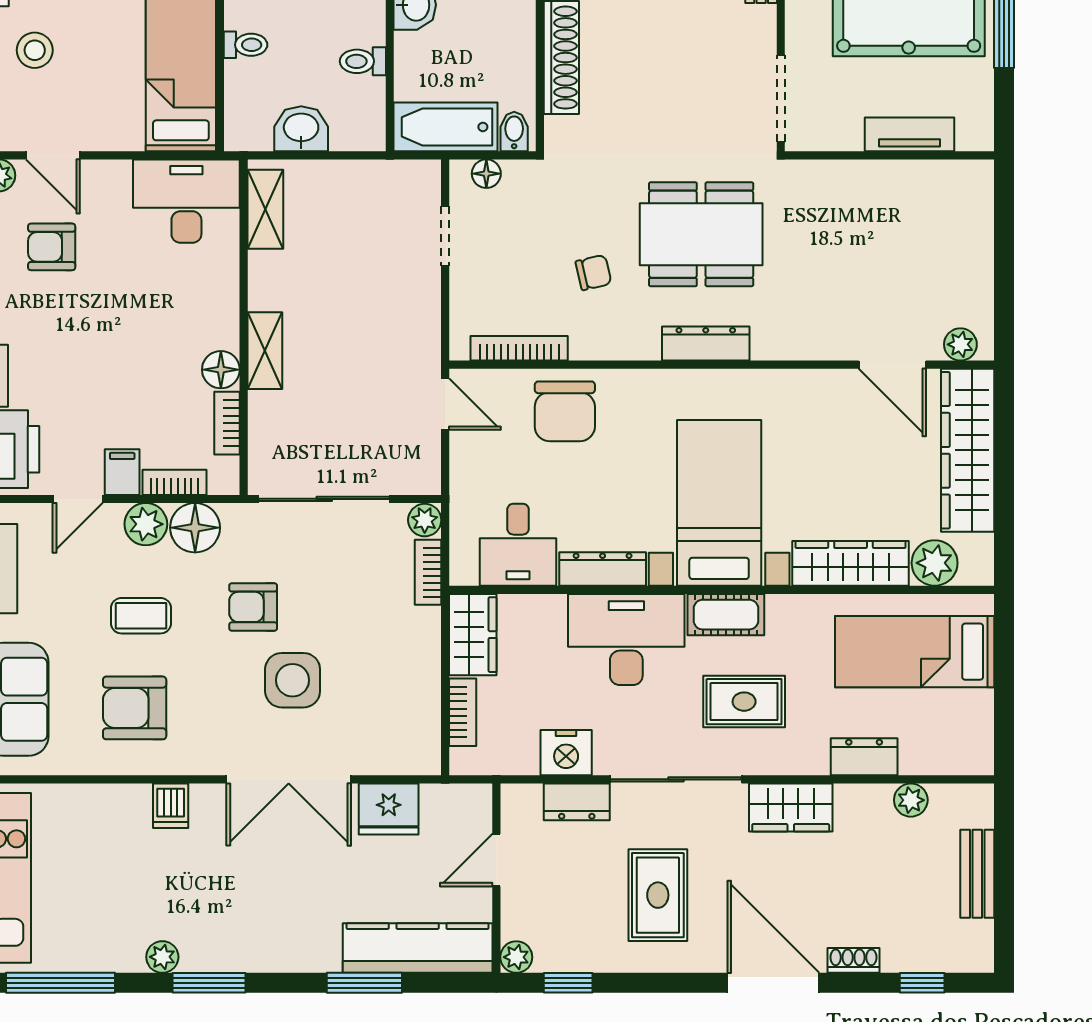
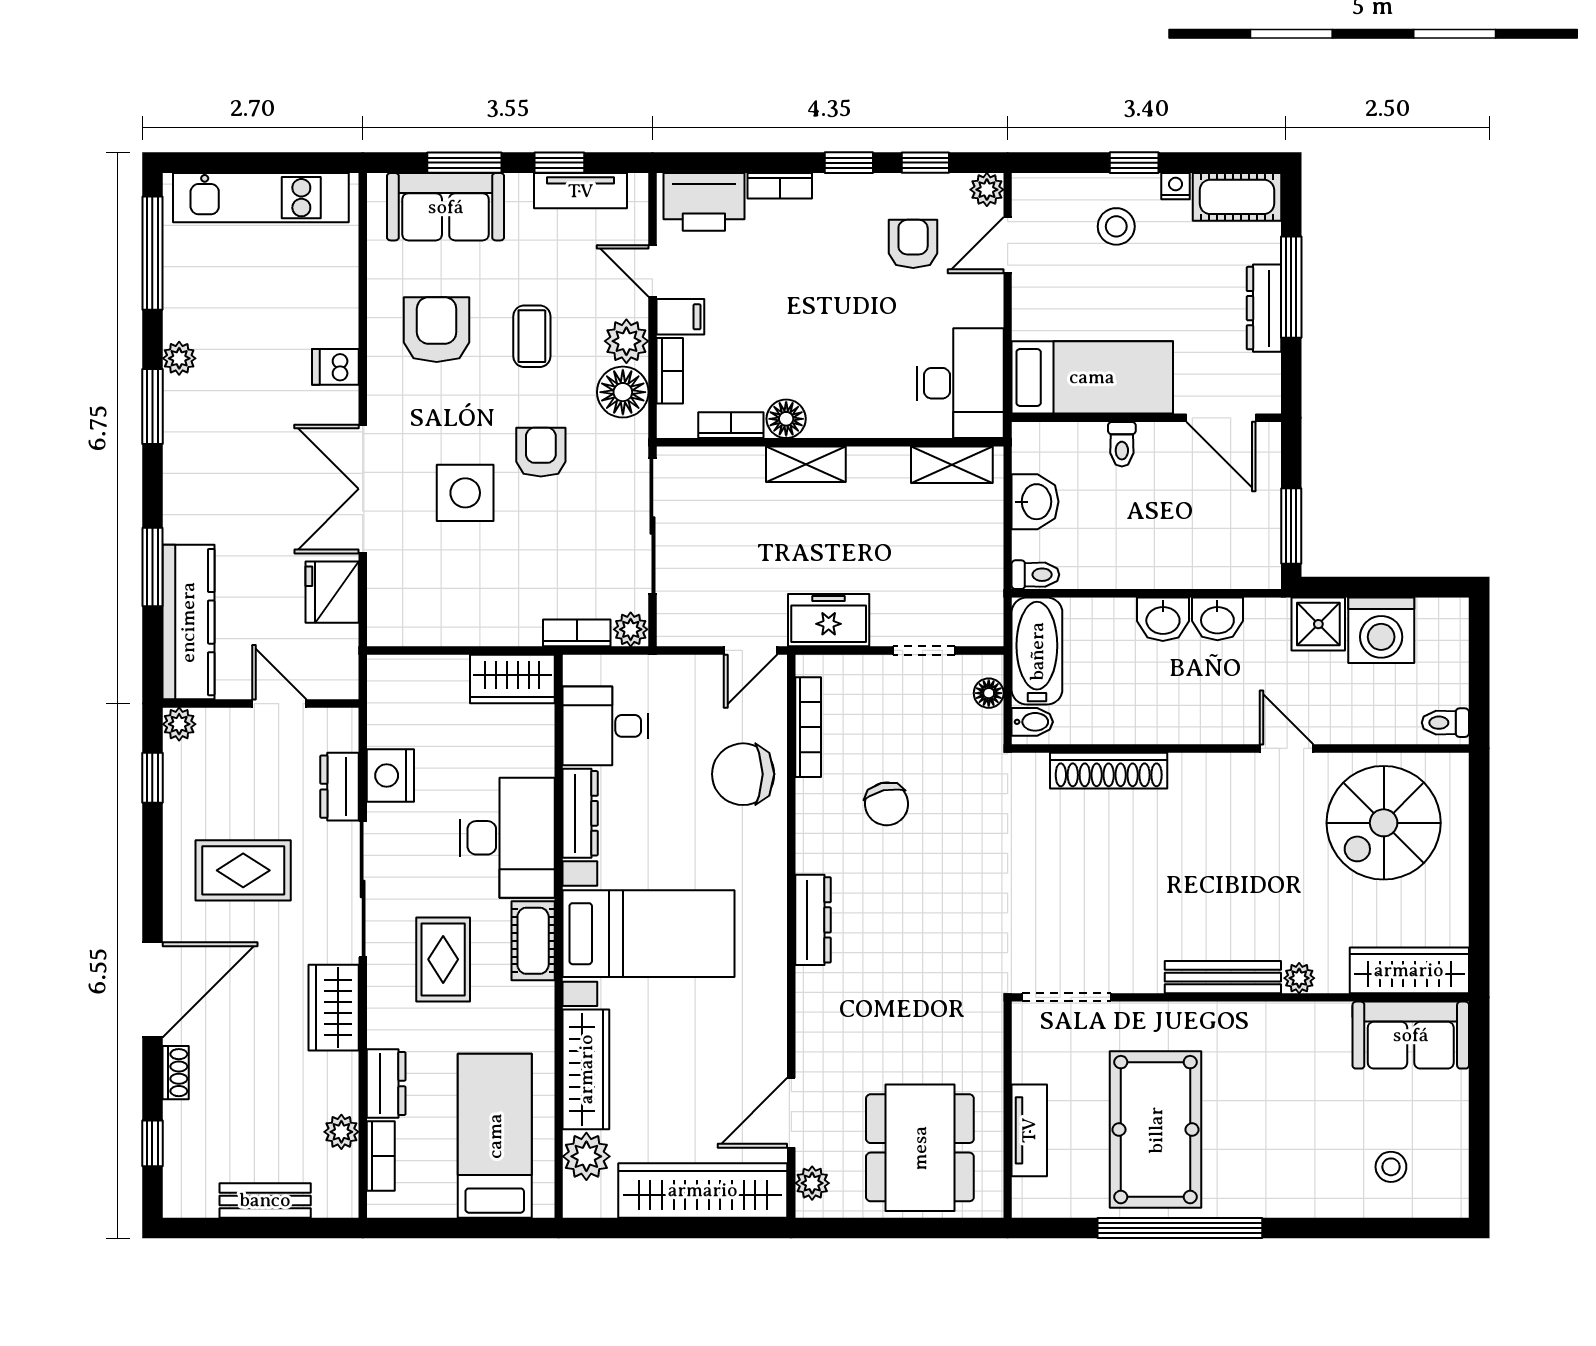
toilet: (363, 61) -> (1035, 575), moved, turned 90
dining table: (701, 234) -> (920, 1148), moved
chair: (594, 272) -> (887, 804), width x1.37, depth x1.37
freezer: (416, 329) -> (829, 620), added
bookcase: (463, 712) -> (381, 1156), moved, turned -90

